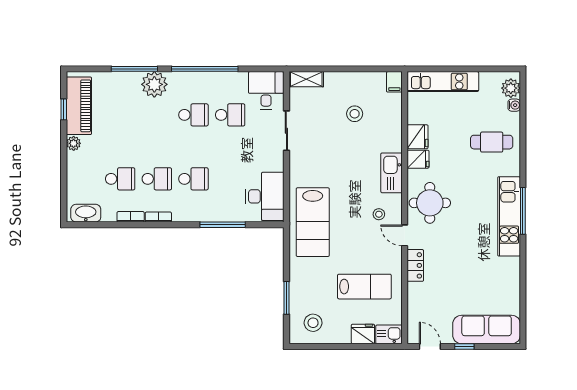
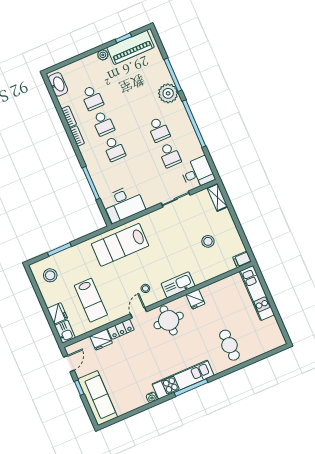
plant: (511, 88) -> (273, 342), removed
water cooler: (514, 105) -> (152, 397), moved
fridge: (418, 137) -> (101, 340), moved

